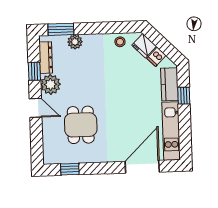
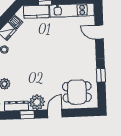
dining table: (81, 125) -> (77, 92), moved
door: (142, 167) -> (99, 32), width x0.53
window: (70, 169) -> (101, 75), moved

